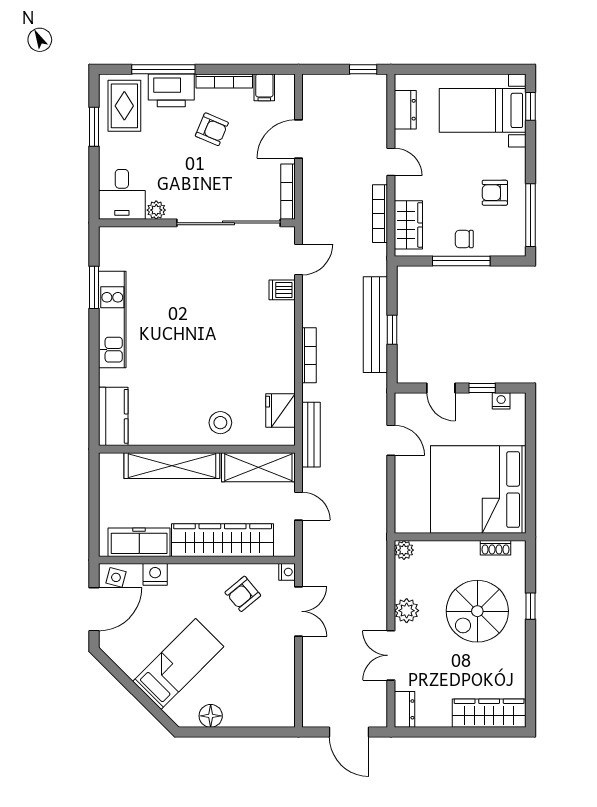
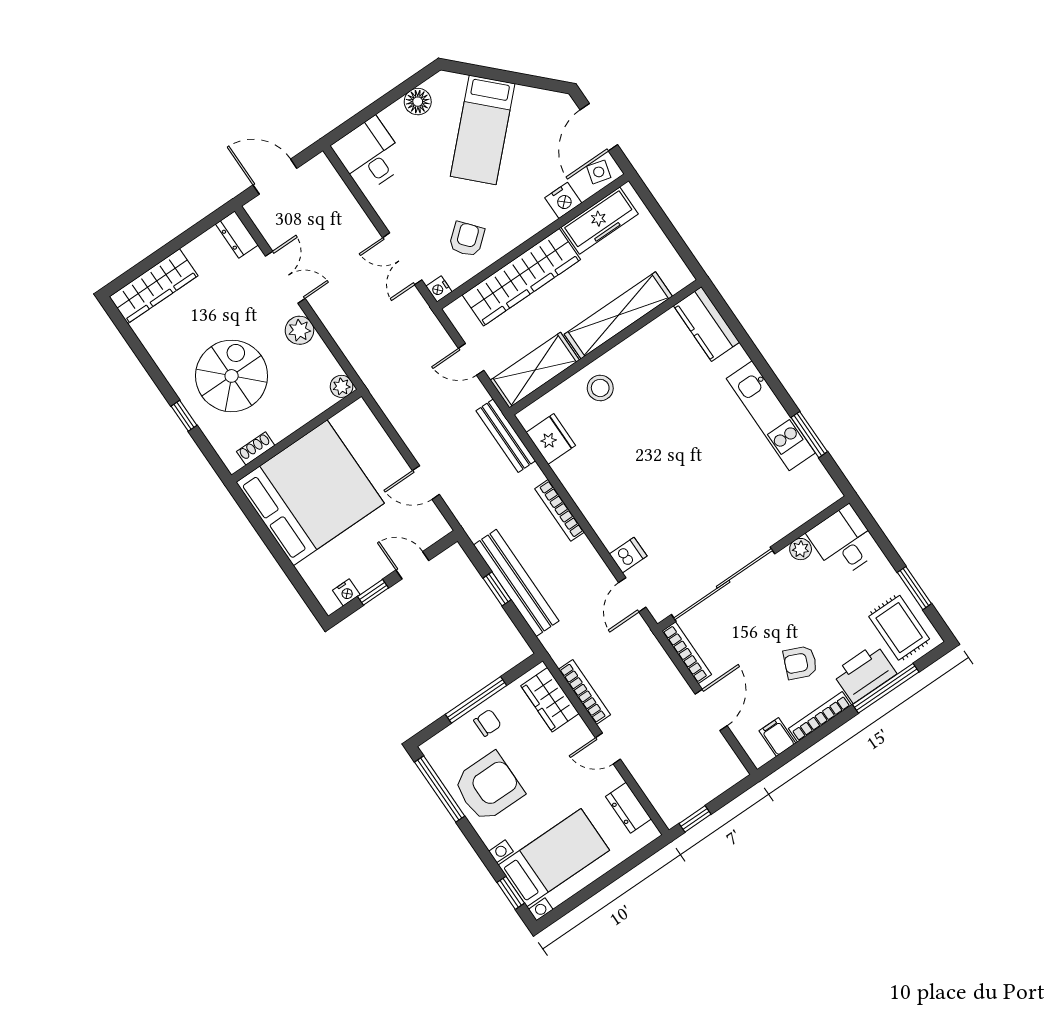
armchair: (495, 193) -> (488, 787), width x1.88, depth x1.88
desk: (271, 702) -> (369, 155), added

